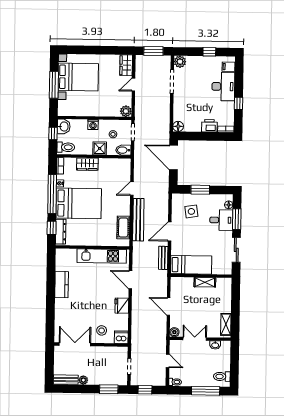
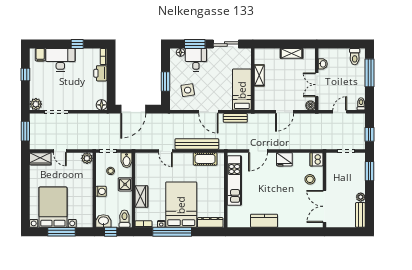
window: (52, 228) -> (207, 232), removed
shelving: (226, 324) -> (292, 53), moved

